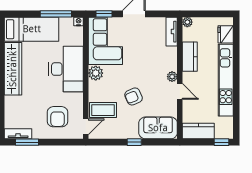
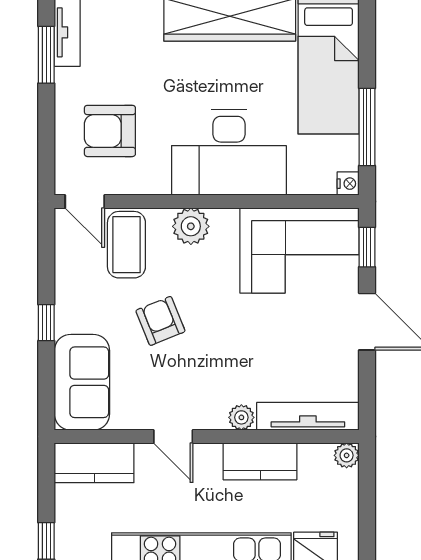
tv unit: (172, 32) -> (308, 416), width x1.41
plant: (96, 73) -> (191, 226), moved
plant: (172, 77) -> (241, 417), moved
door: (180, 91) -> (173, 437), hinge flipped
kitchen counter: (198, 131) -> (94, 463), moved, turned 90

